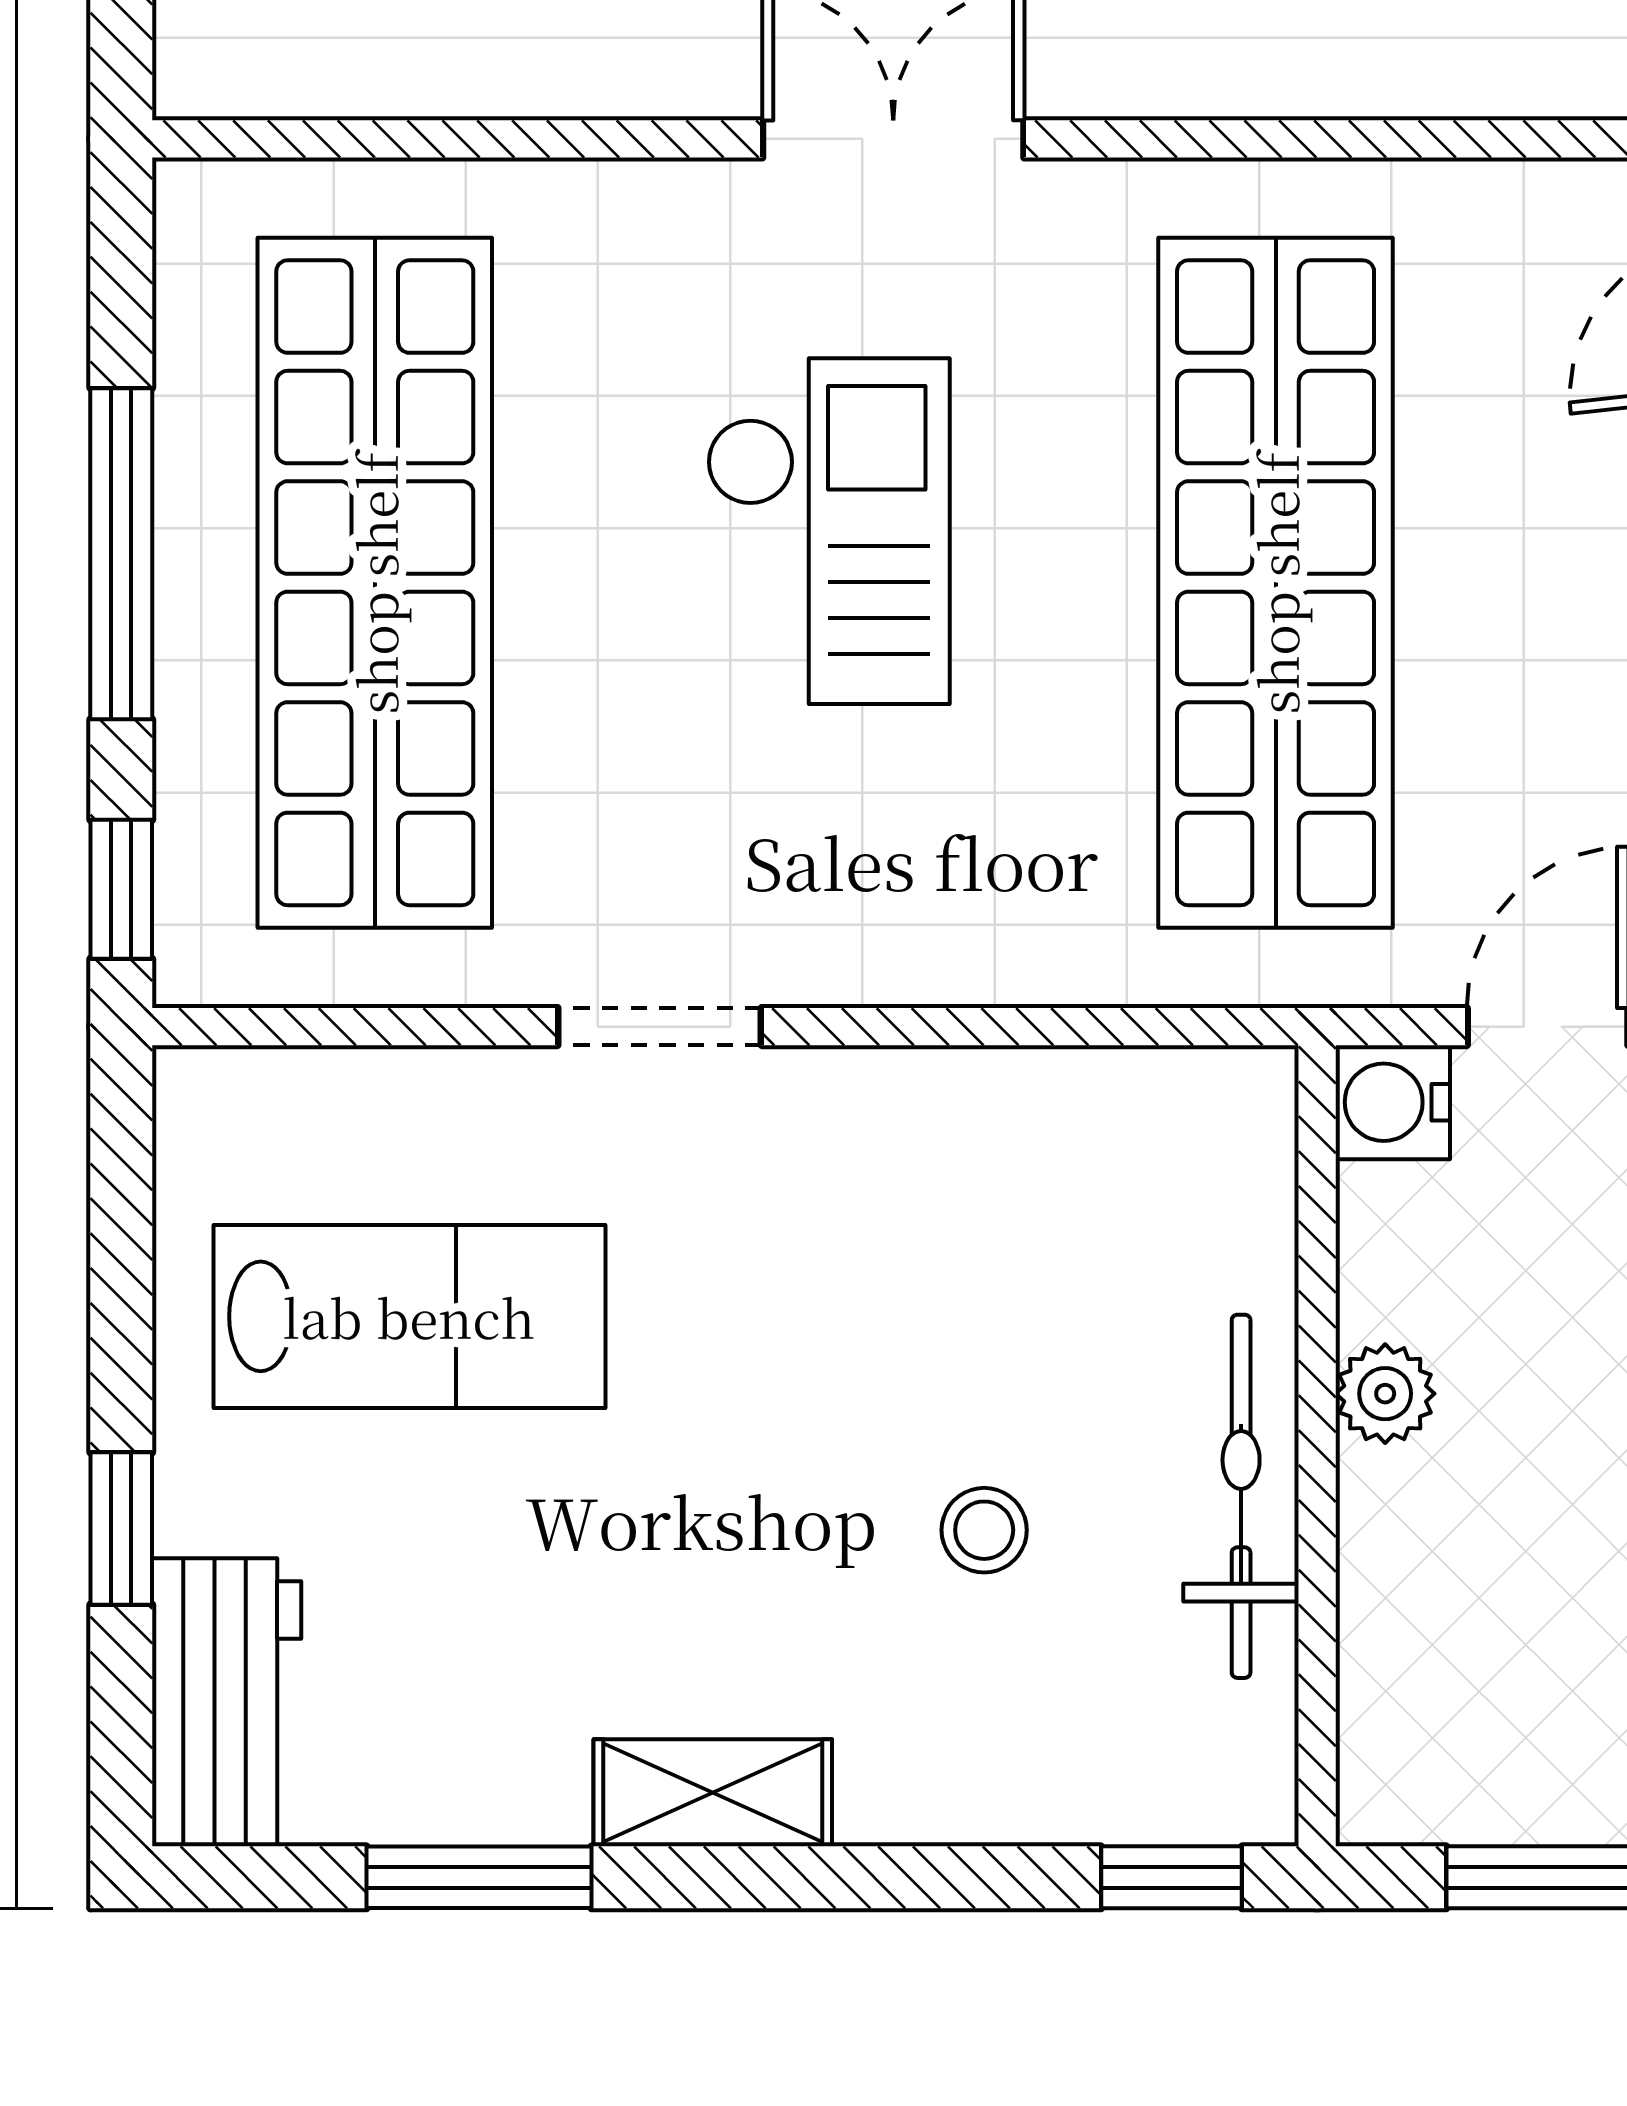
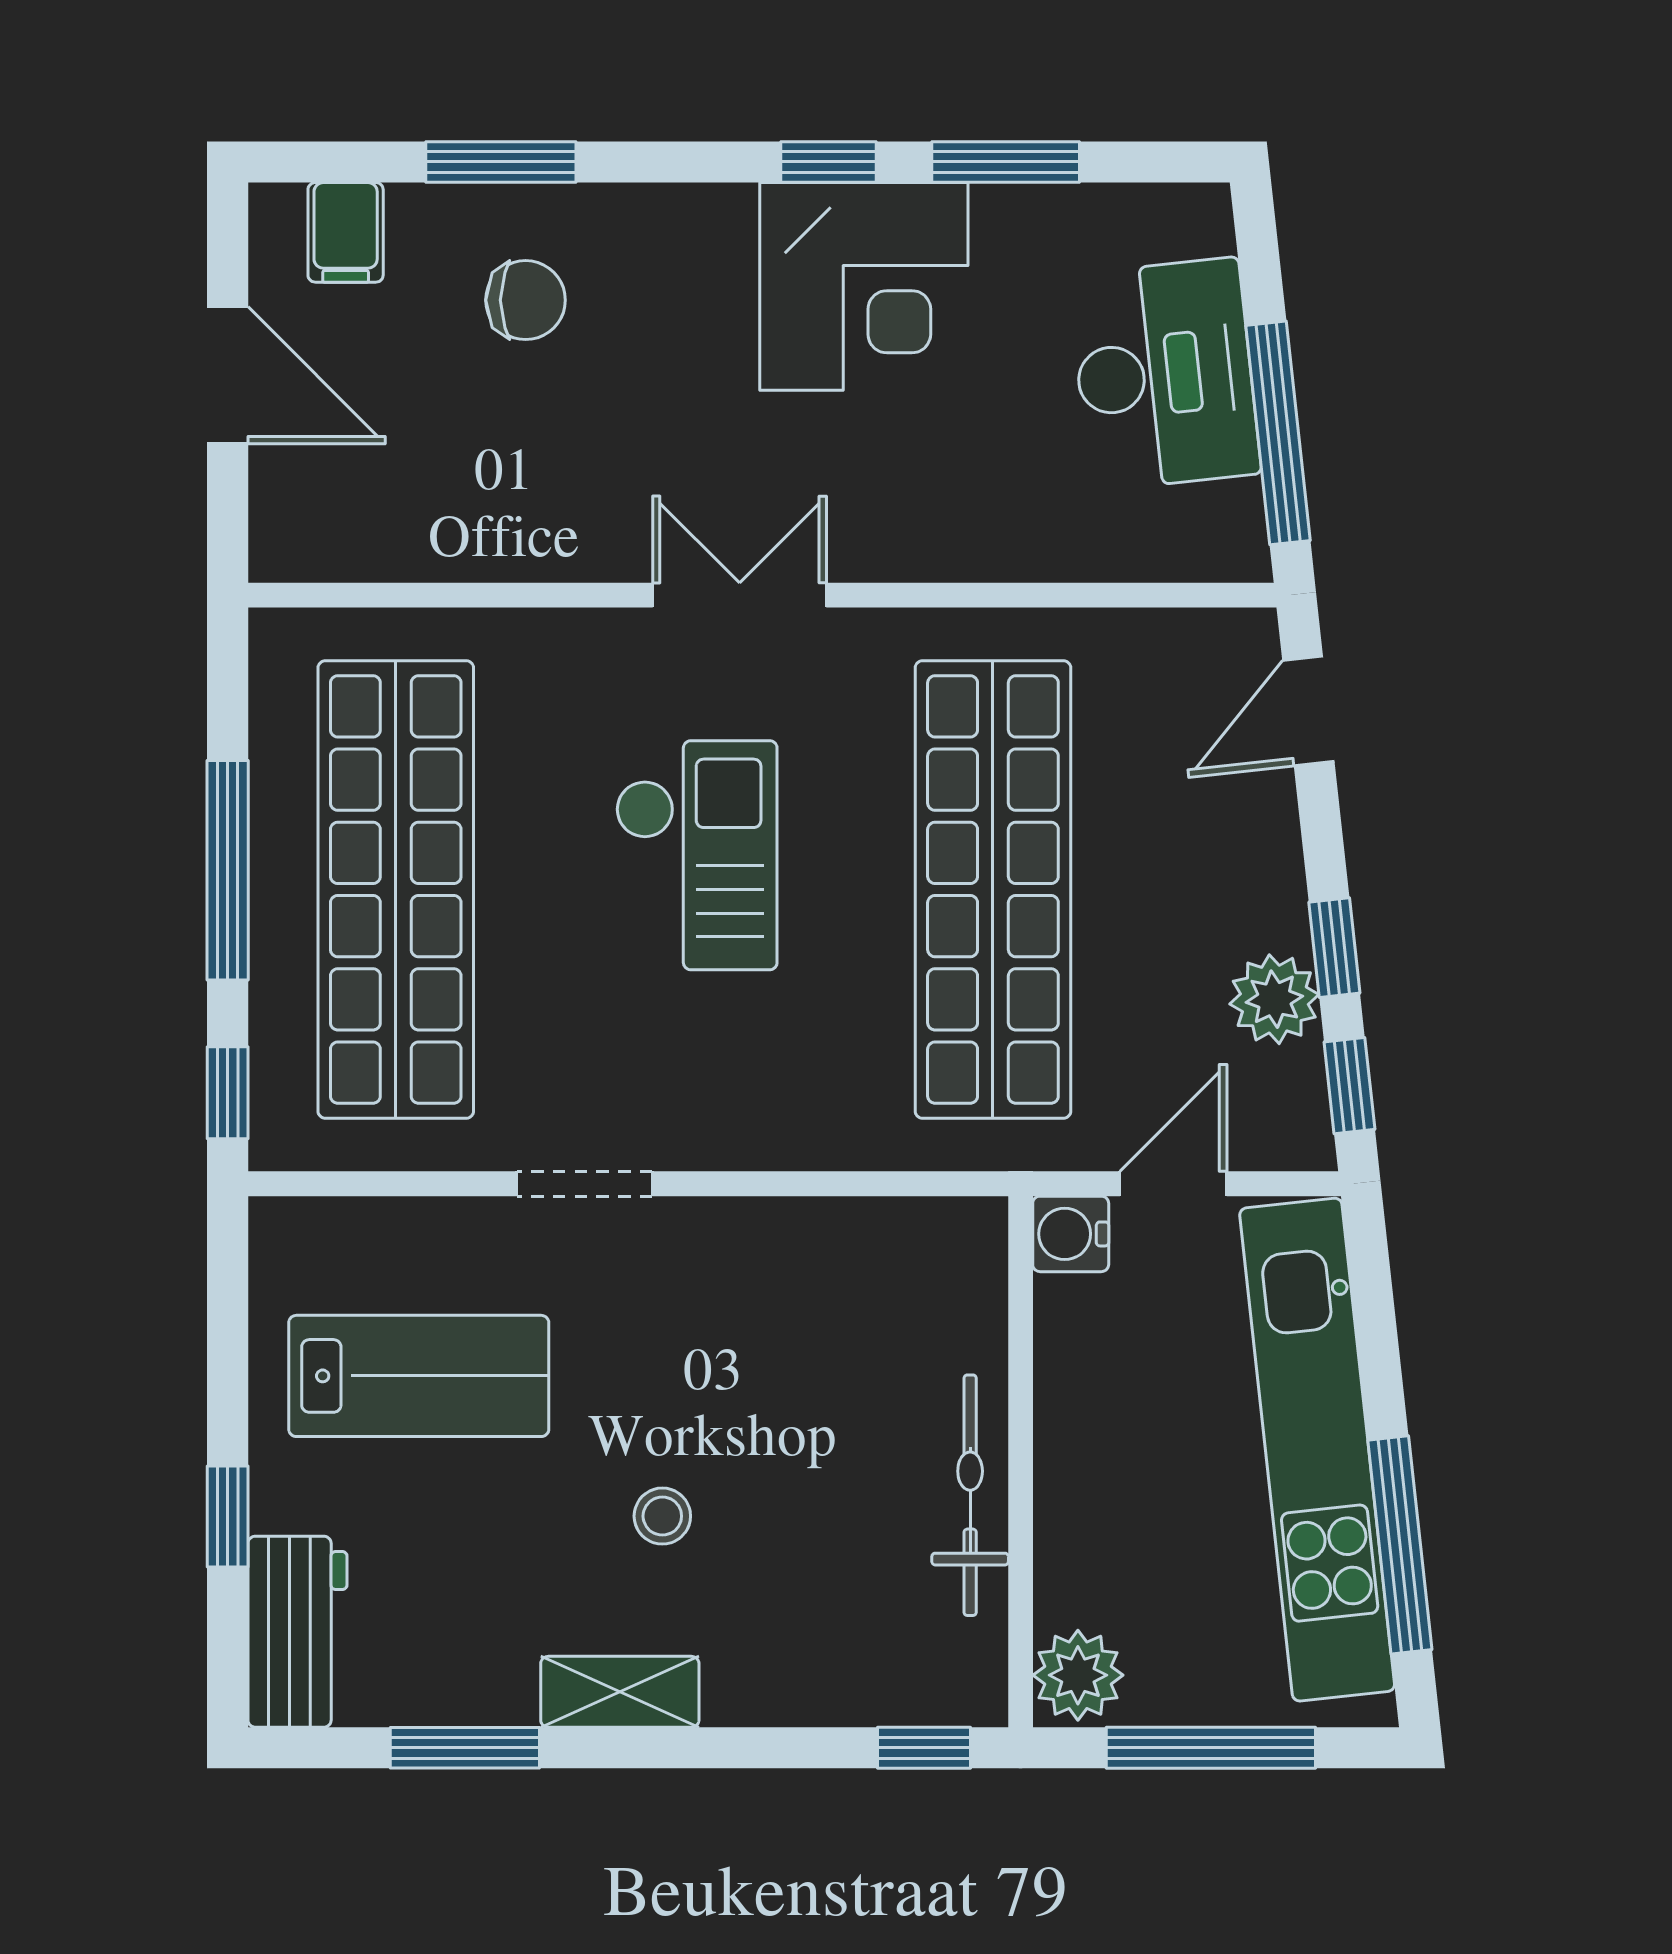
plant: (1385, 1394) -> (1078, 1675), moved, width x1.38, depth x1.38
stool: (984, 1530) -> (662, 1516), moved

